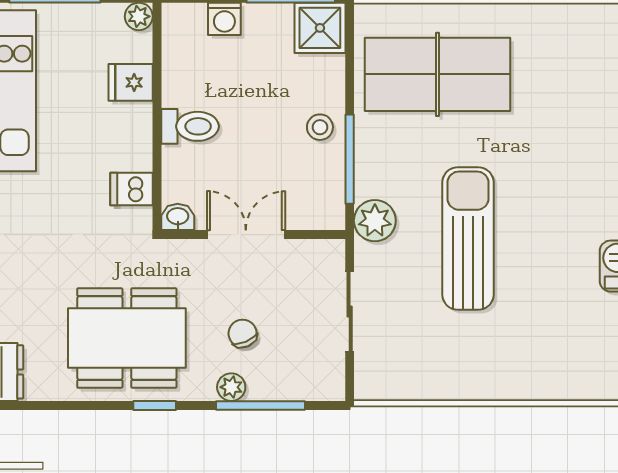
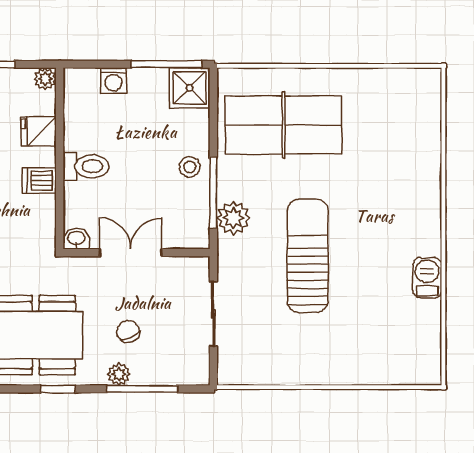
dishwasher: (131, 189) -> (39, 181), moved
plant: (375, 221) -> (233, 218), moved

